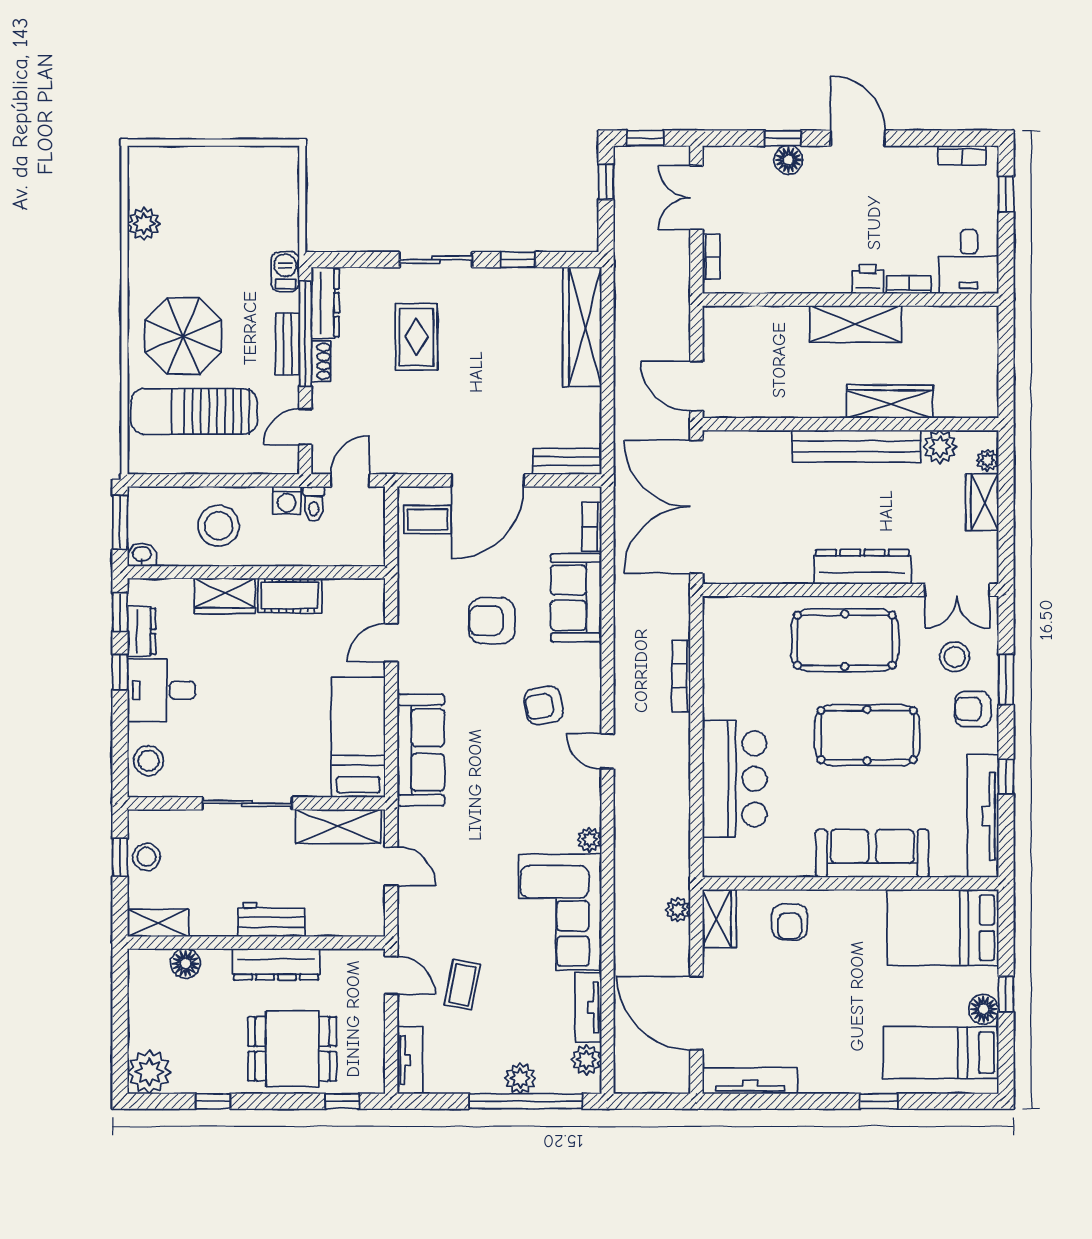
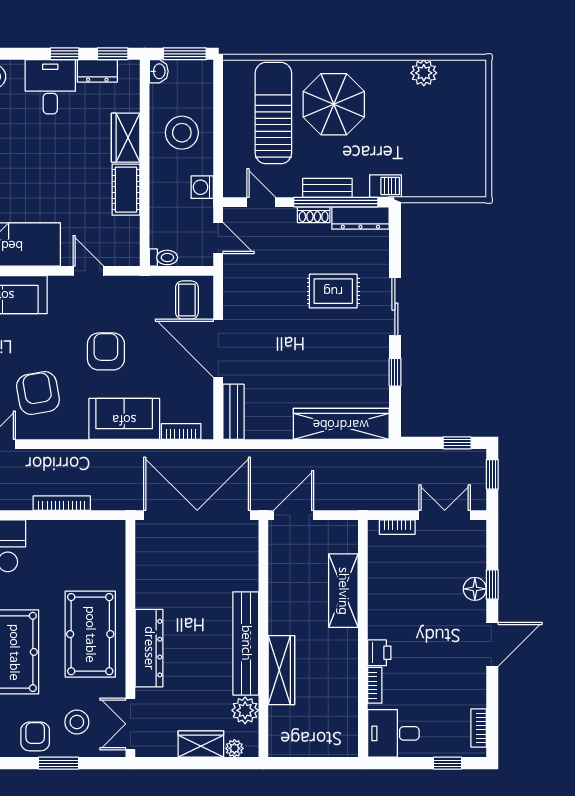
shelving: (856, 324) -> (343, 591), moved
toilet: (314, 504) -> (163, 257), moved, turned 180
armchair: (544, 705) -> (38, 393), width x1.38, depth x1.38

